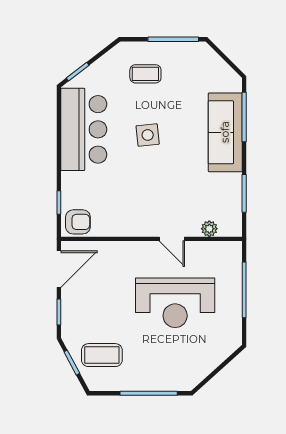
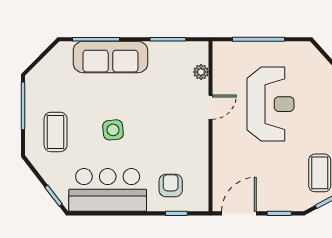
coffee table: (145, 74) -> (56, 132), width x1.36, depth x1.30
armchair: (78, 222) -> (171, 186), moved
door: (59, 269) -> (239, 213), hinge flipped

